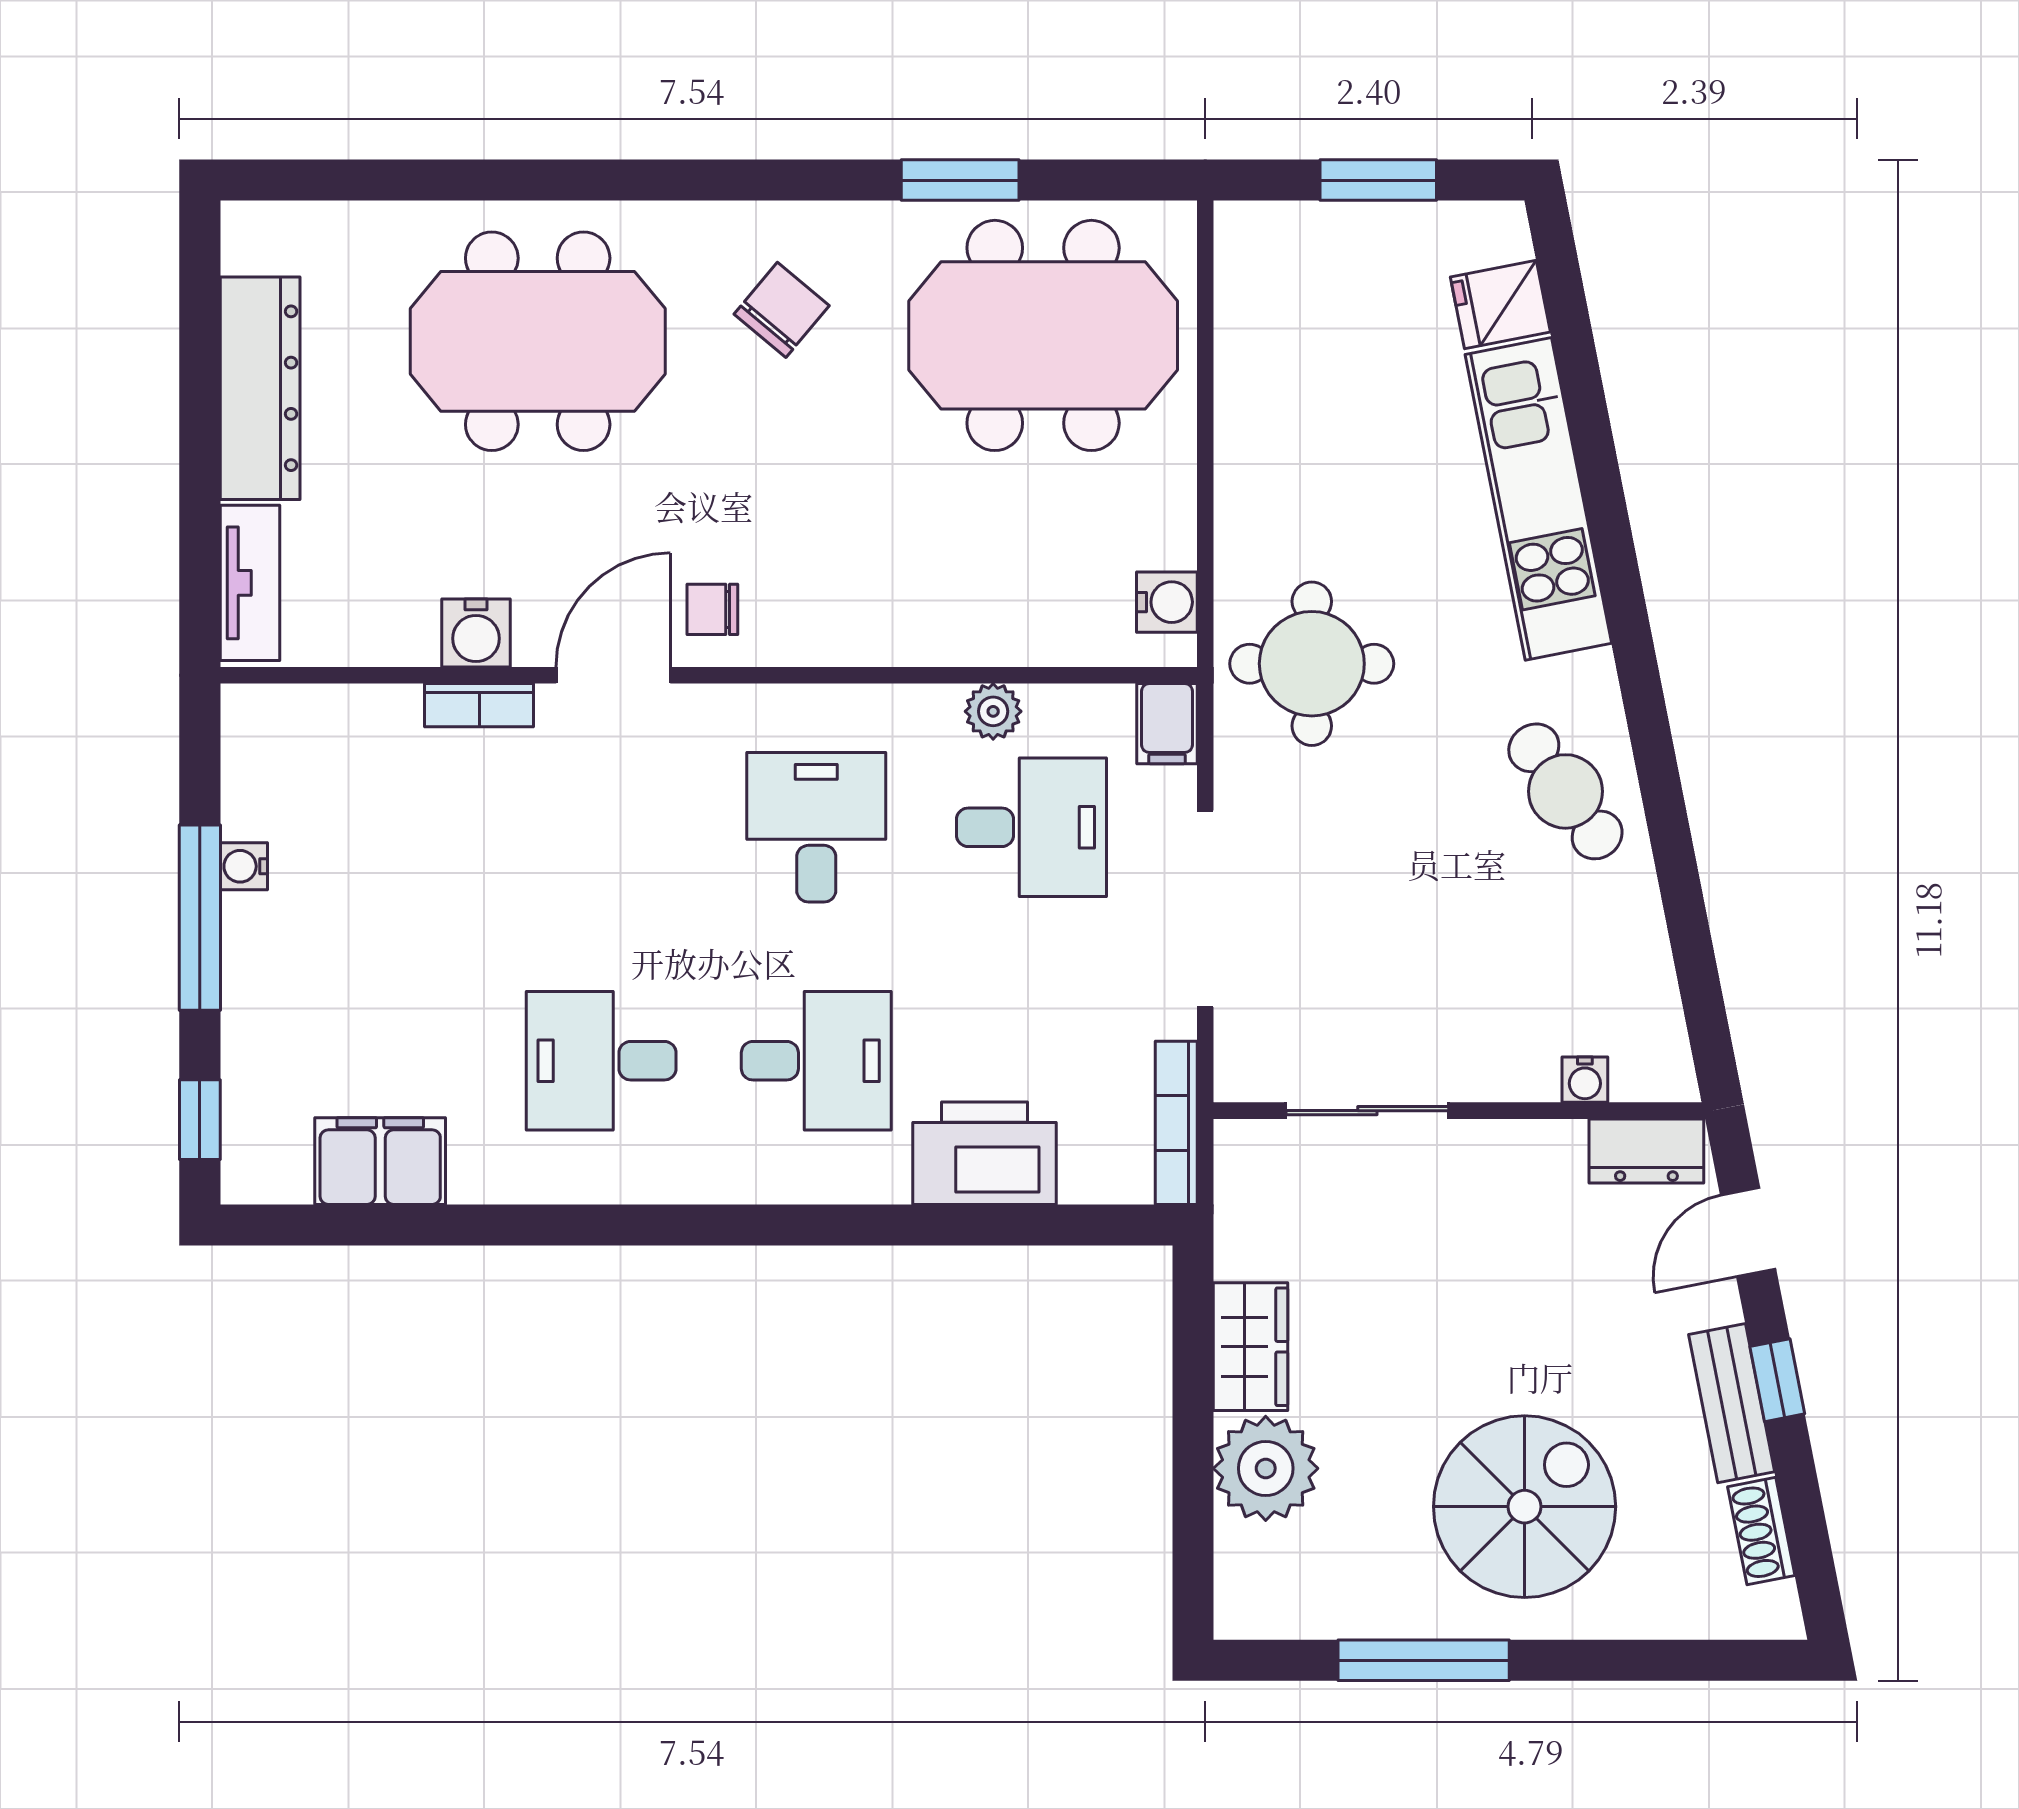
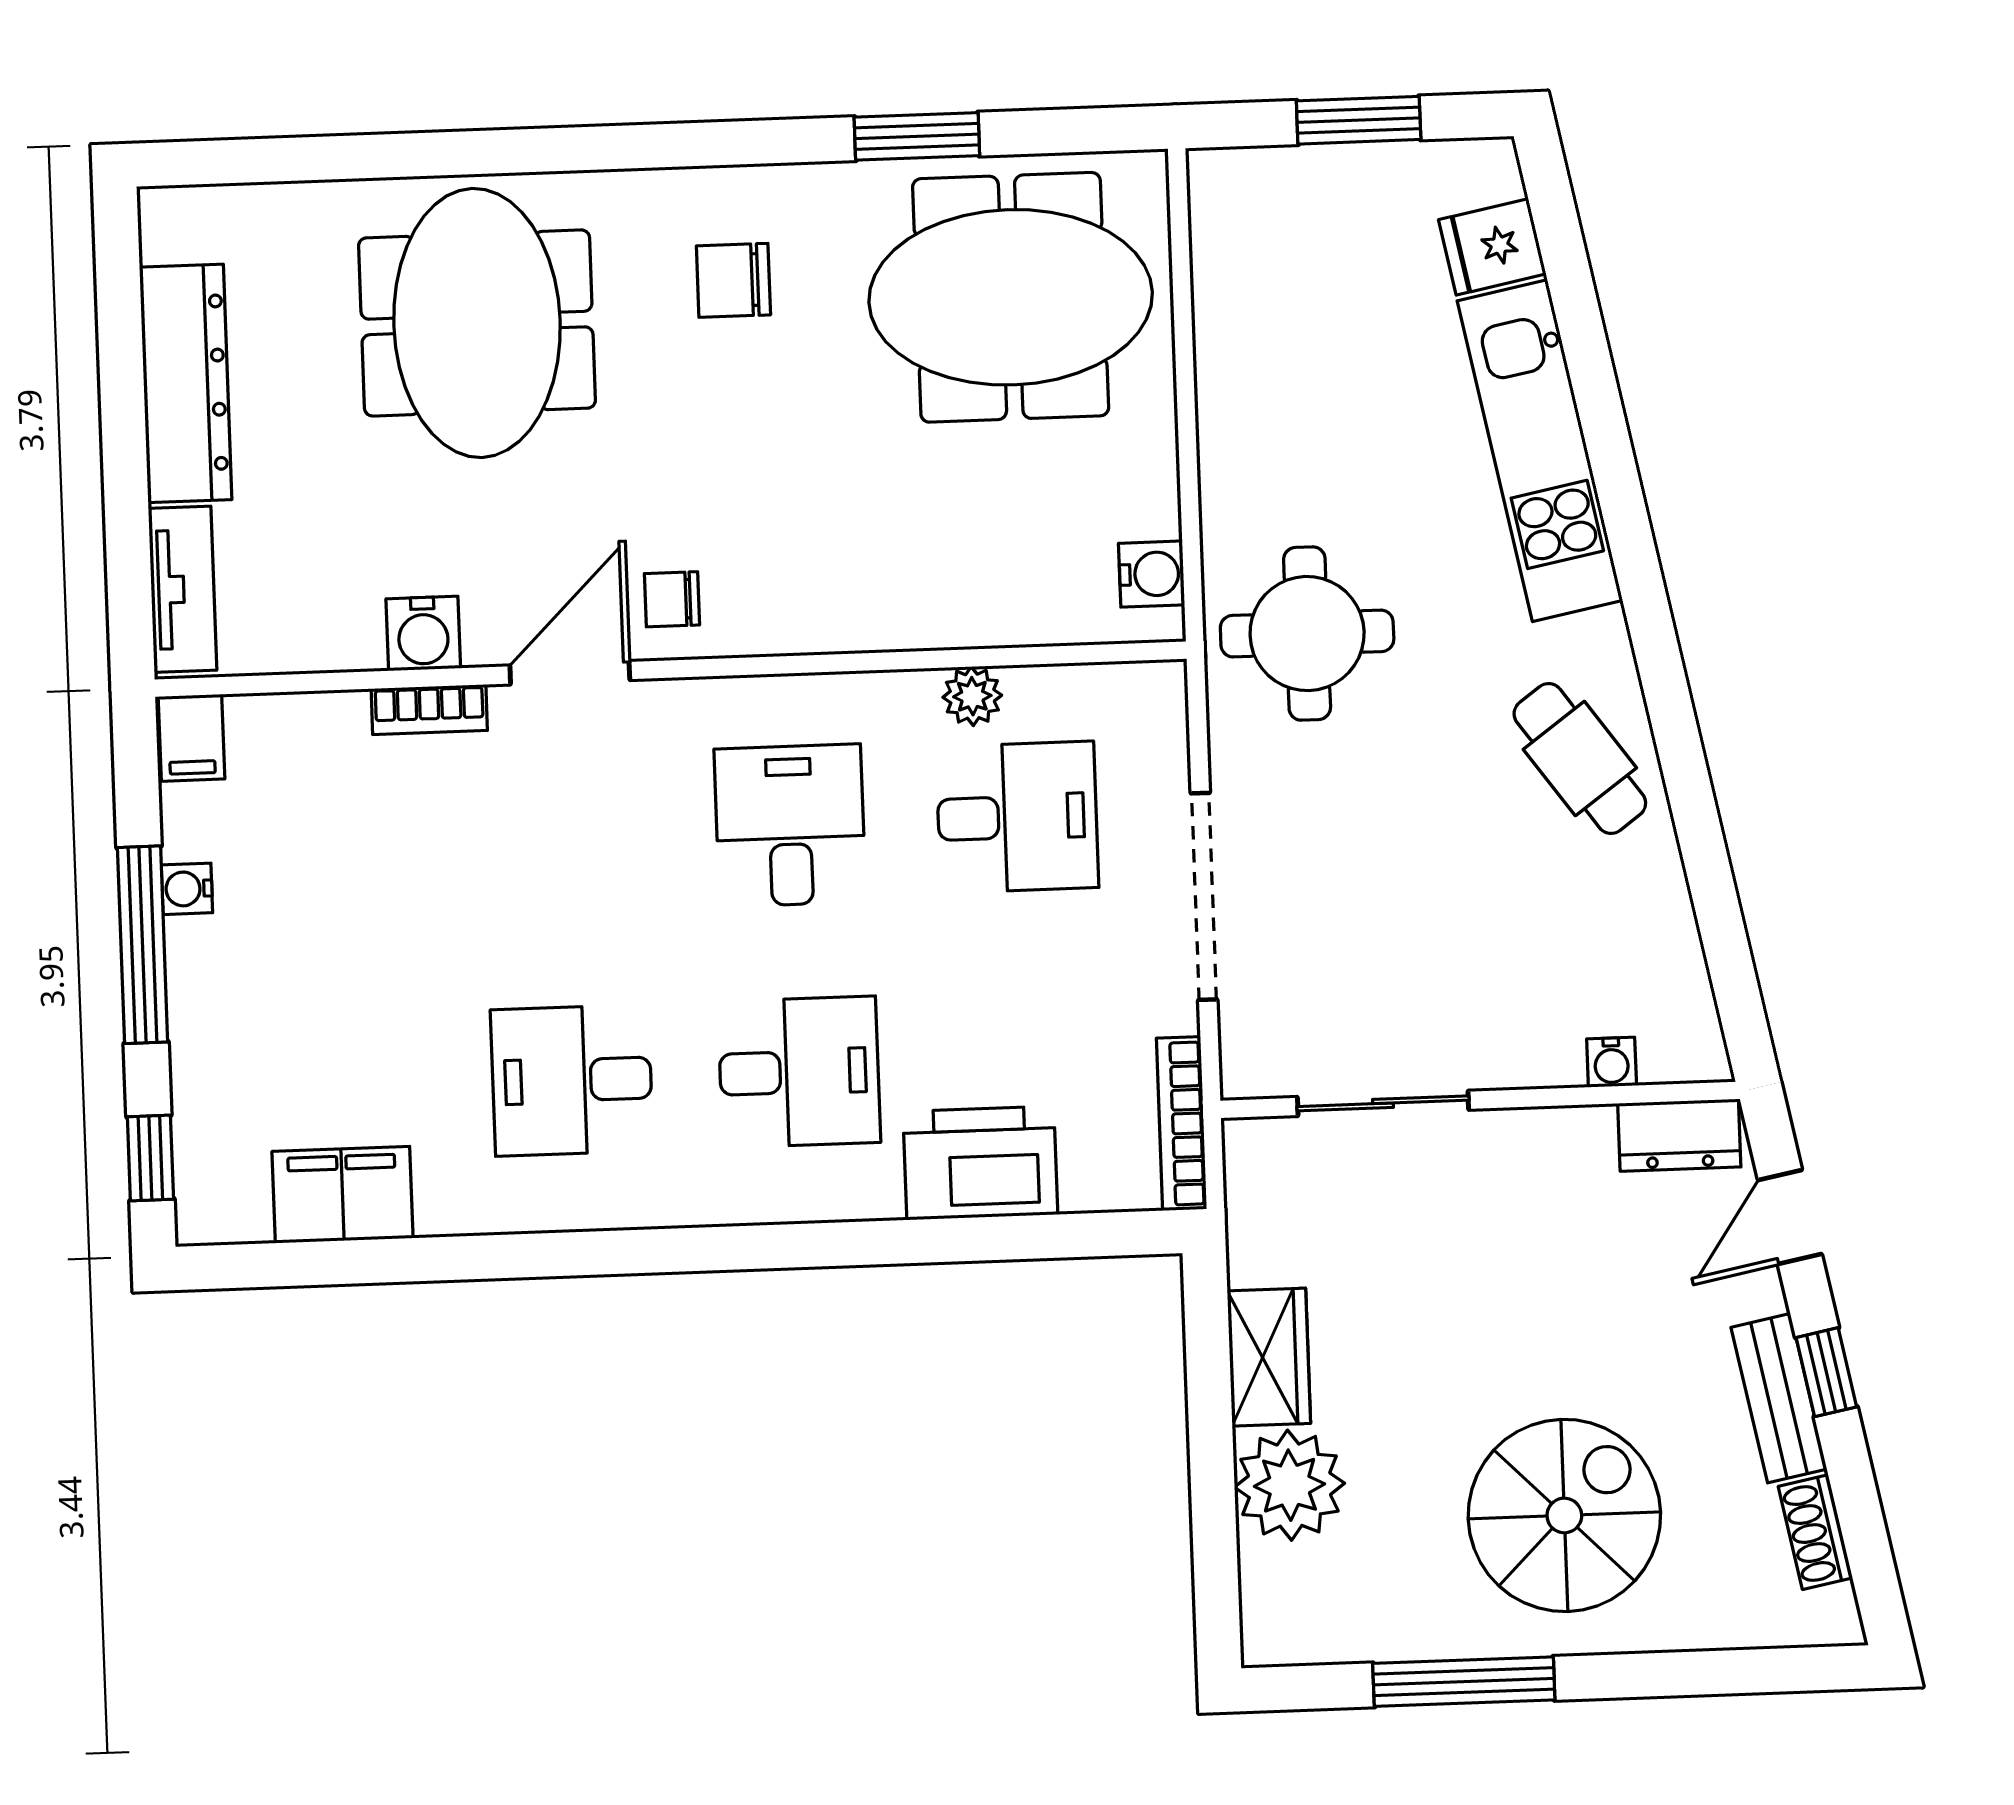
chair: (782, 310) -> (733, 280), turned -130
meeting table: (538, 341) -> (477, 323), turned 90
filing cabinet: (1167, 724) -> (191, 738), moved

